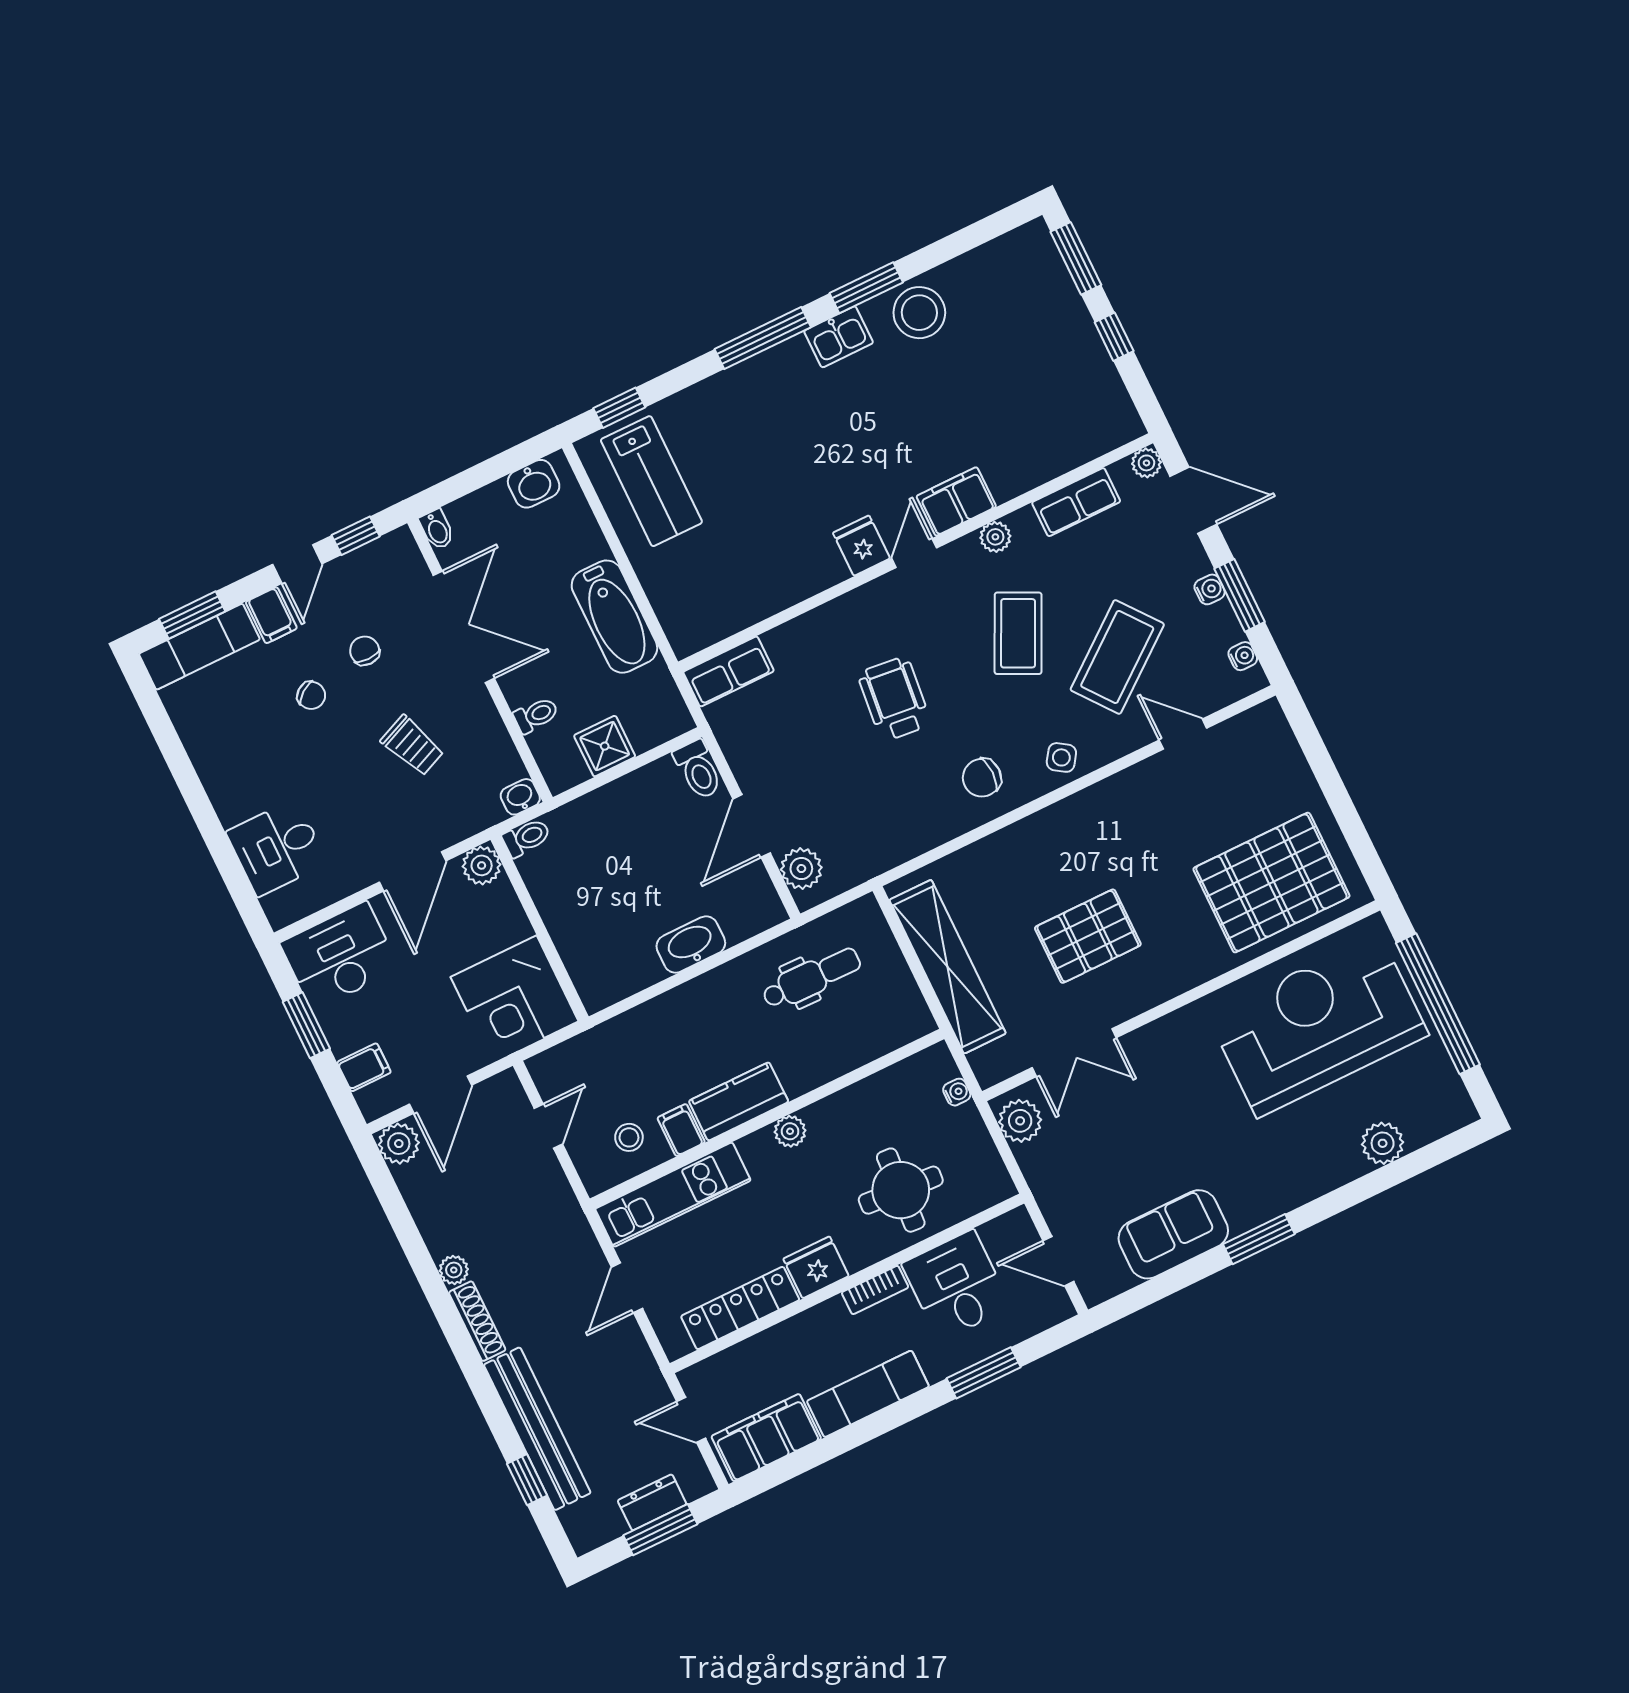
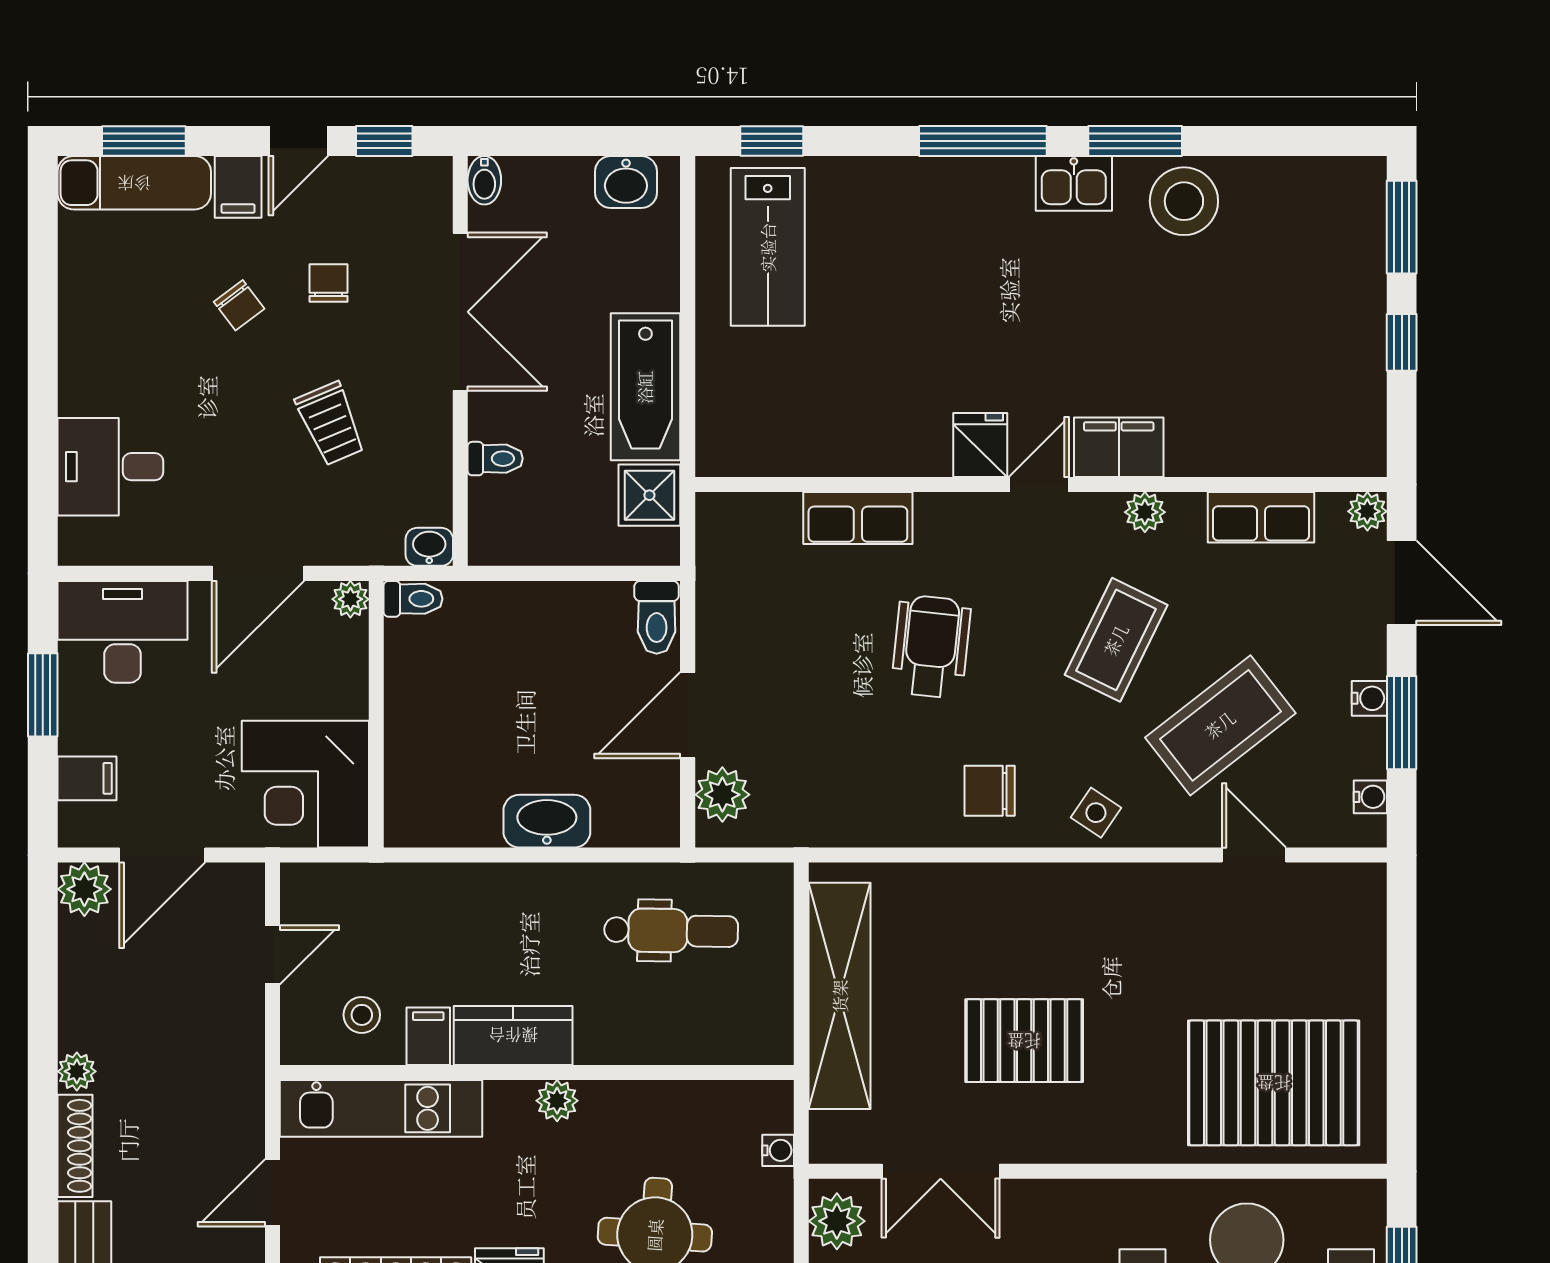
row of seats: (729, 671) -> (858, 518), moved
shower: (605, 746) -> (649, 495), moved
plant: (482, 865) -> (350, 599), width x0.73, depth x0.73

